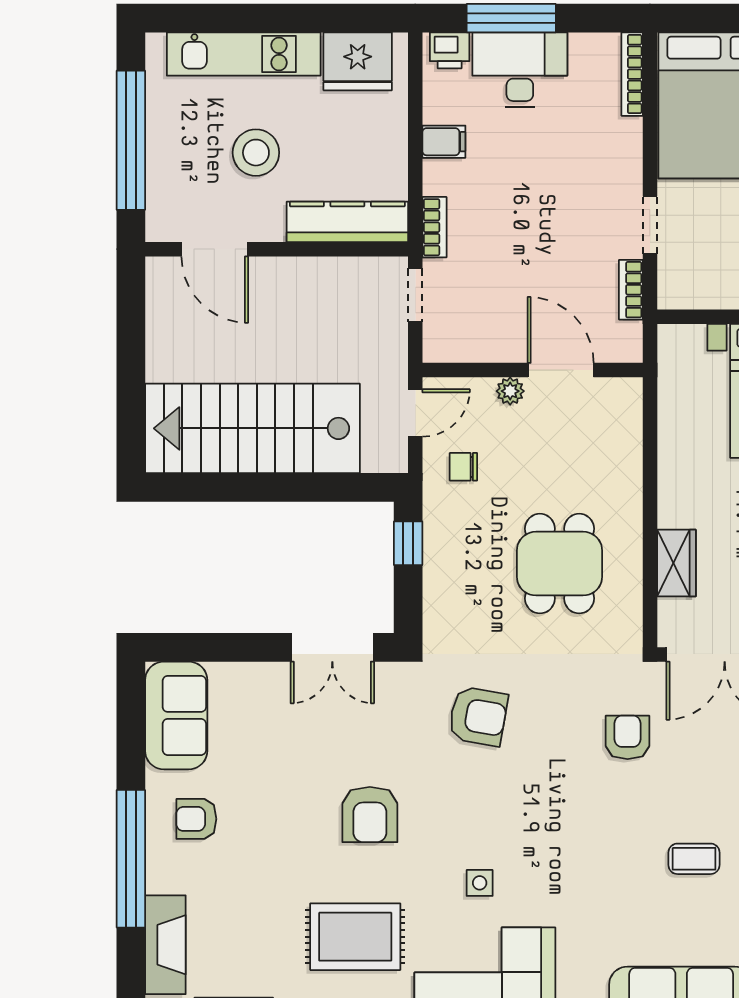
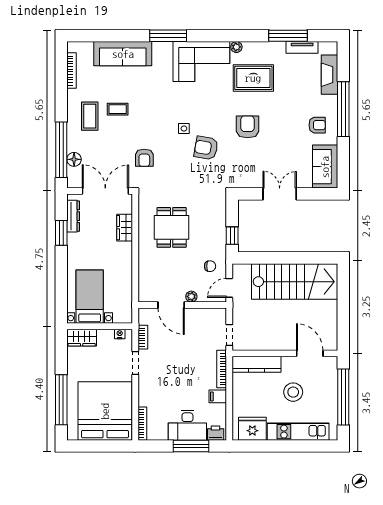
bookcase: (434, 227) -> (222, 369), width x1.56
nightstand: (689, 298) -> (120, 334), added
double door: (332, 647) -> (280, 194), moved
armchair: (478, 716) -> (206, 148), moved
side table: (480, 883) -> (184, 129), moved

